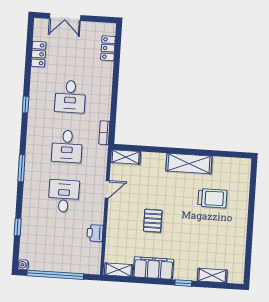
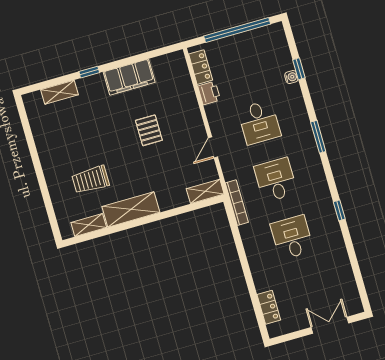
locker: (39, 54) -> (201, 67), moved, turned 180
bookcase: (104, 133) -> (237, 203), width x1.56
water cooler: (23, 265) -> (291, 77), moved
shelving: (119, 270) -> (89, 225), moved

